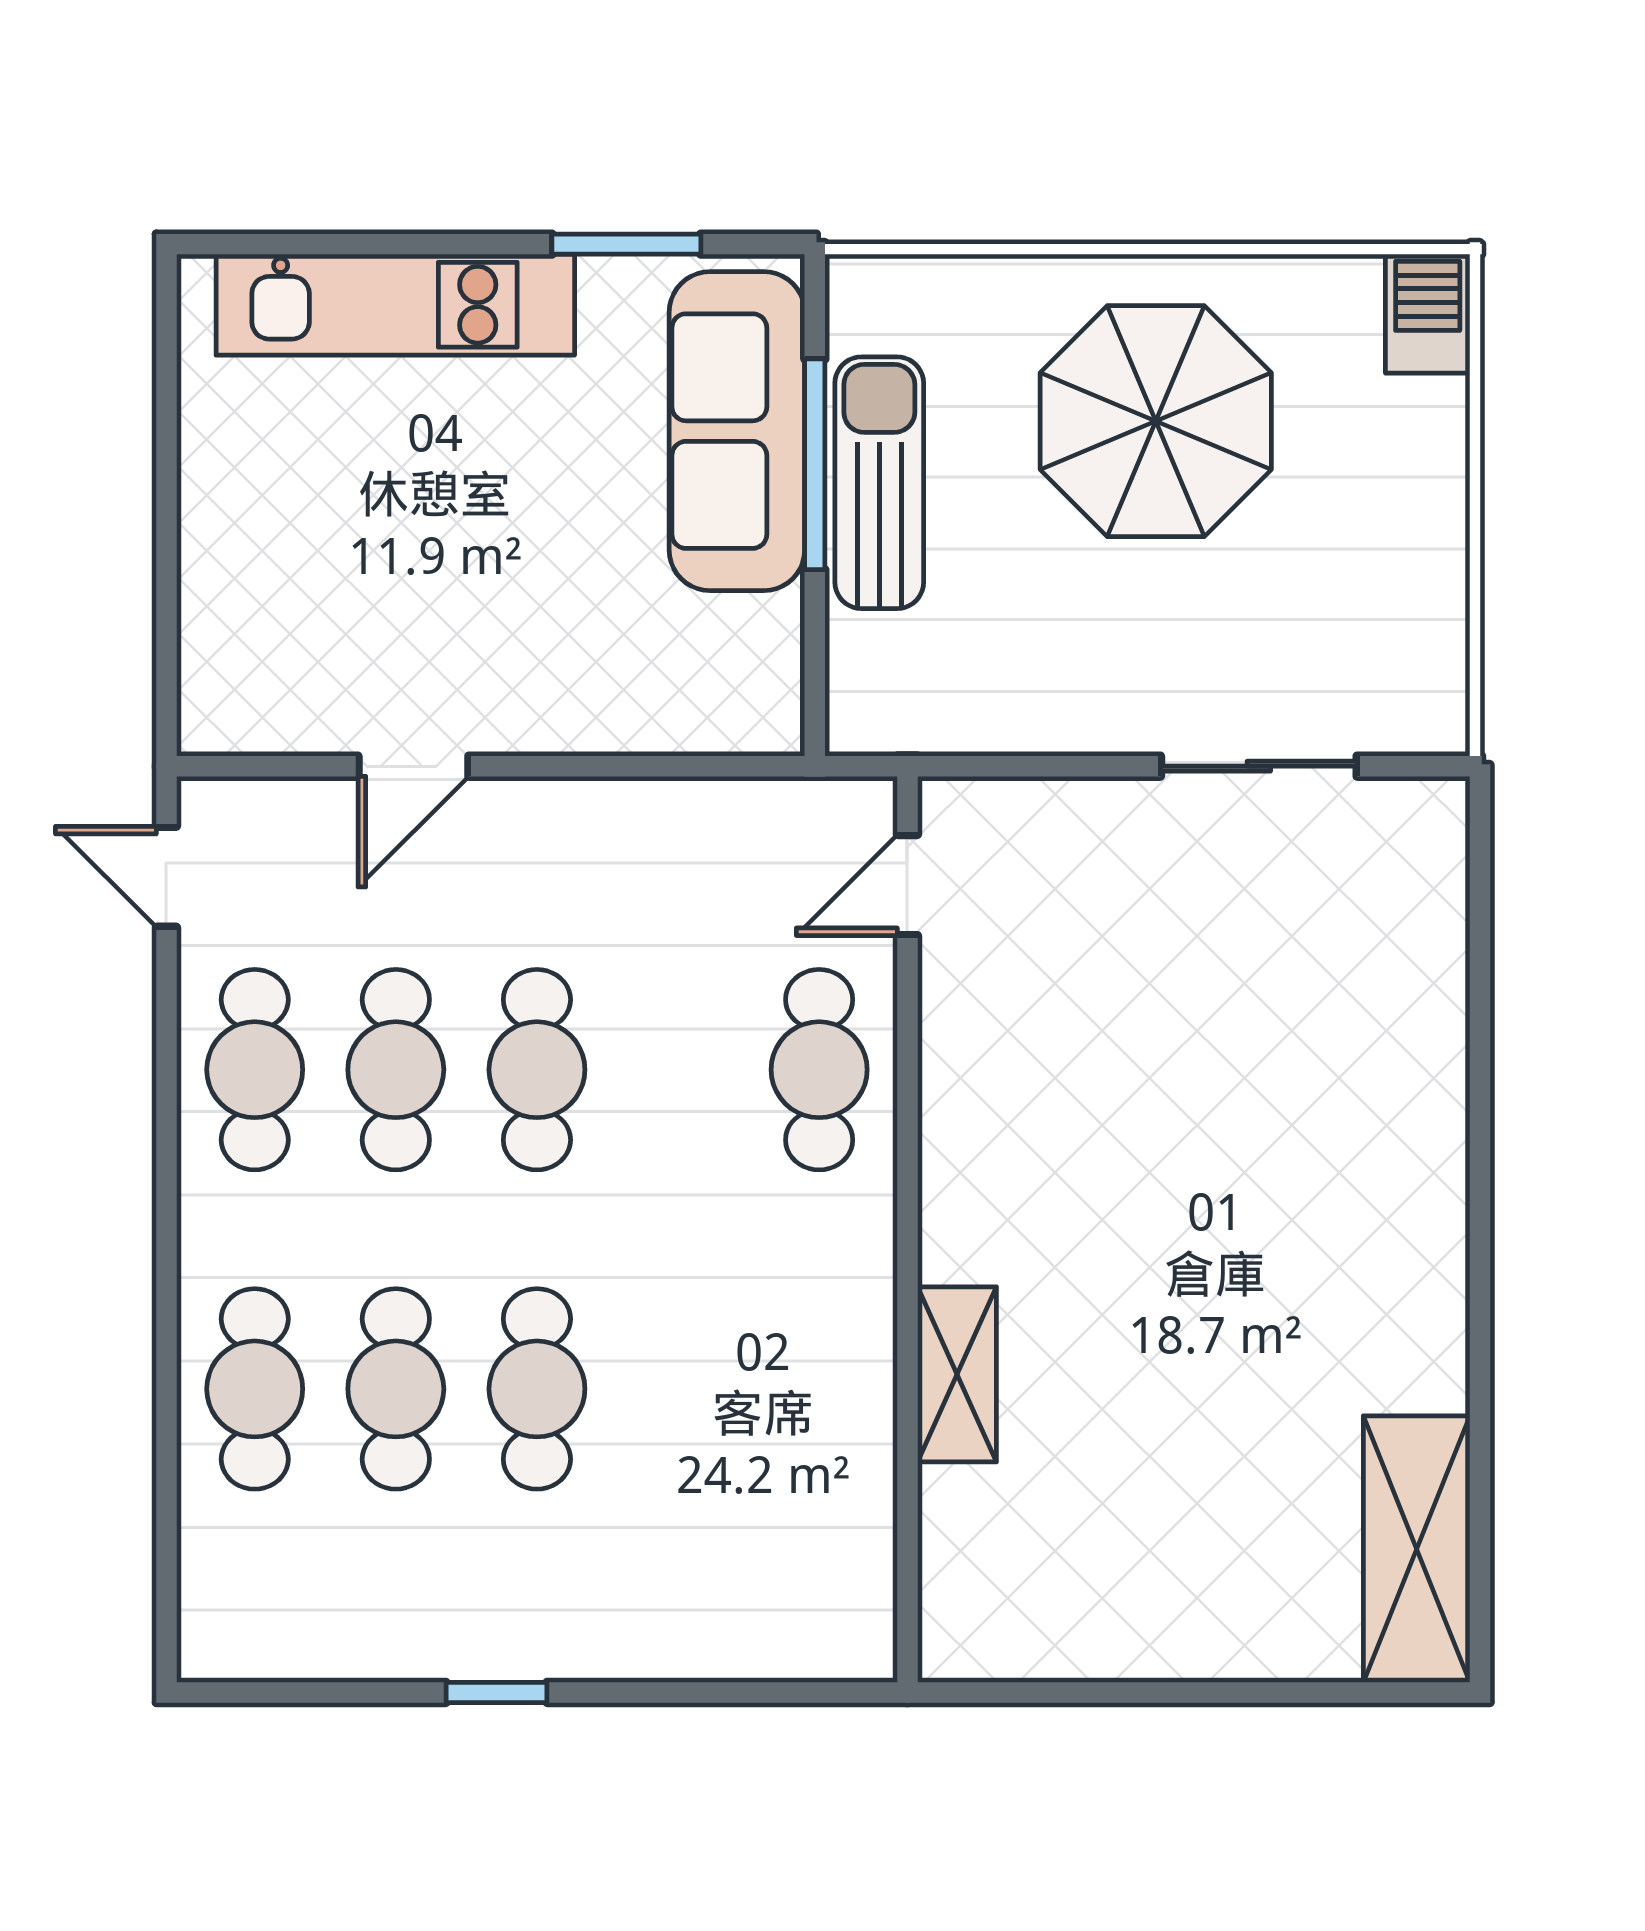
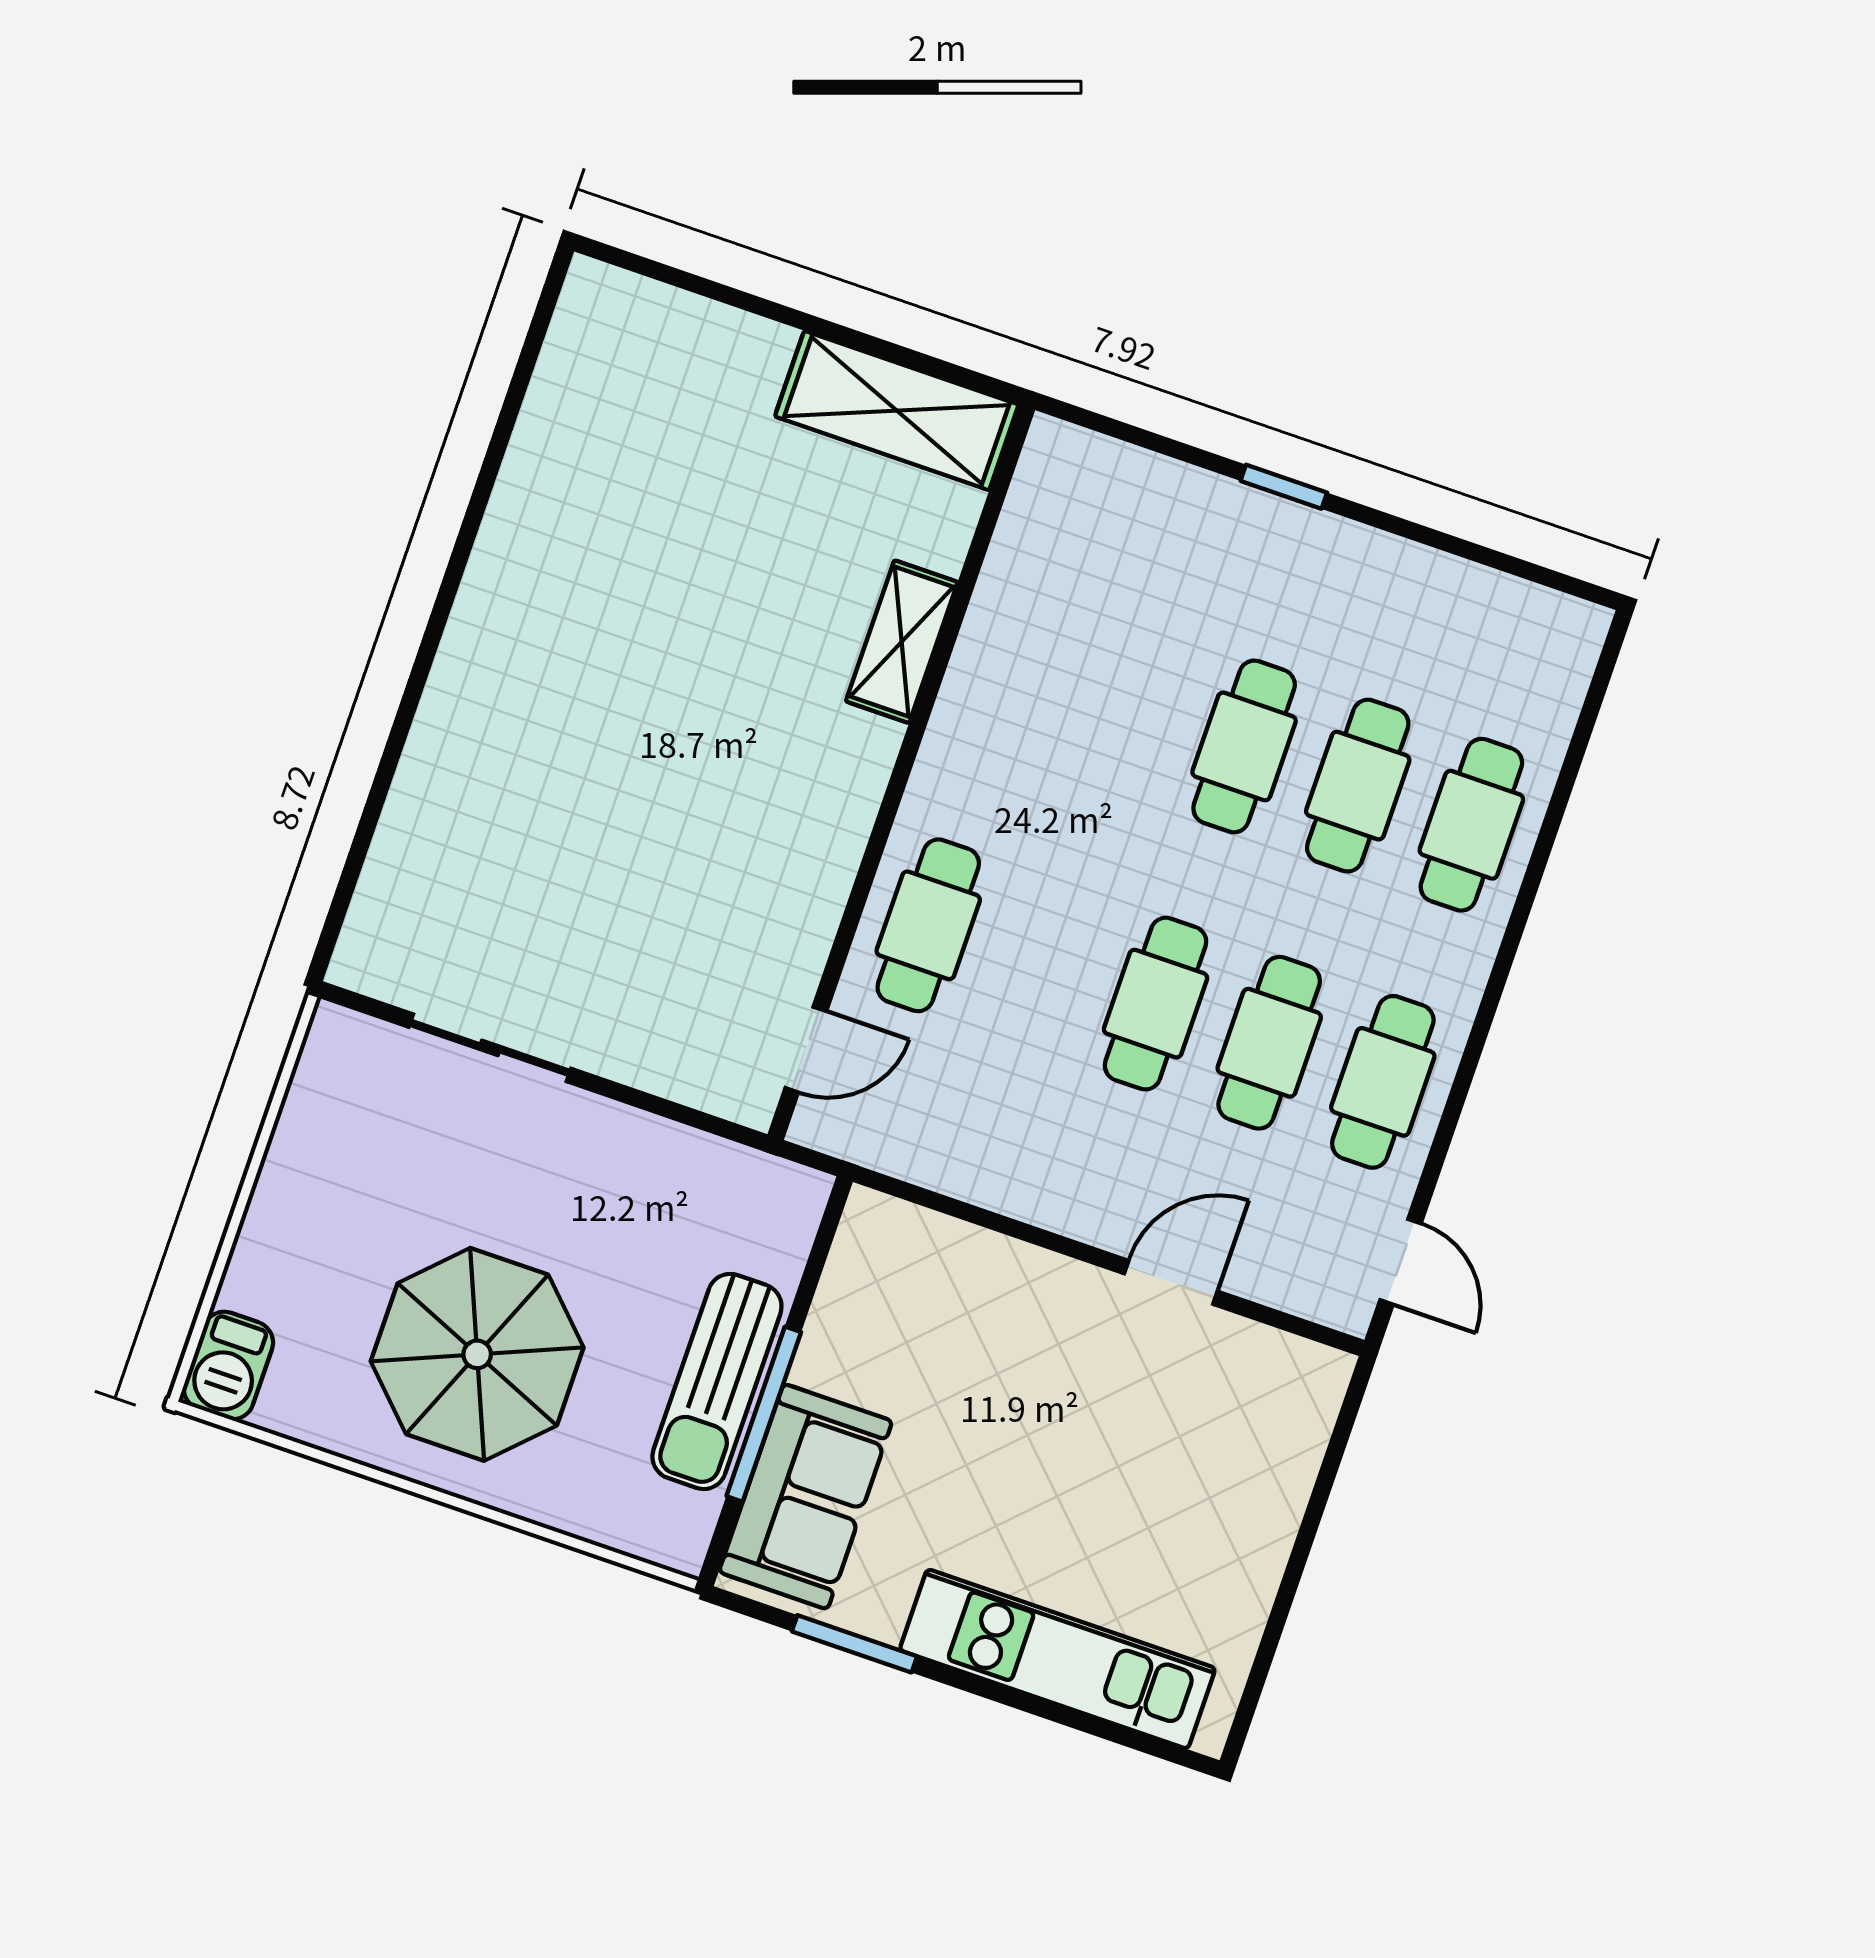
sofa: (737, 431) -> (806, 1497), width x0.73
shelving: (1417, 1549) -> (897, 411), moved, turned 90
window: (497, 1692) -> (1284, 487), moved

